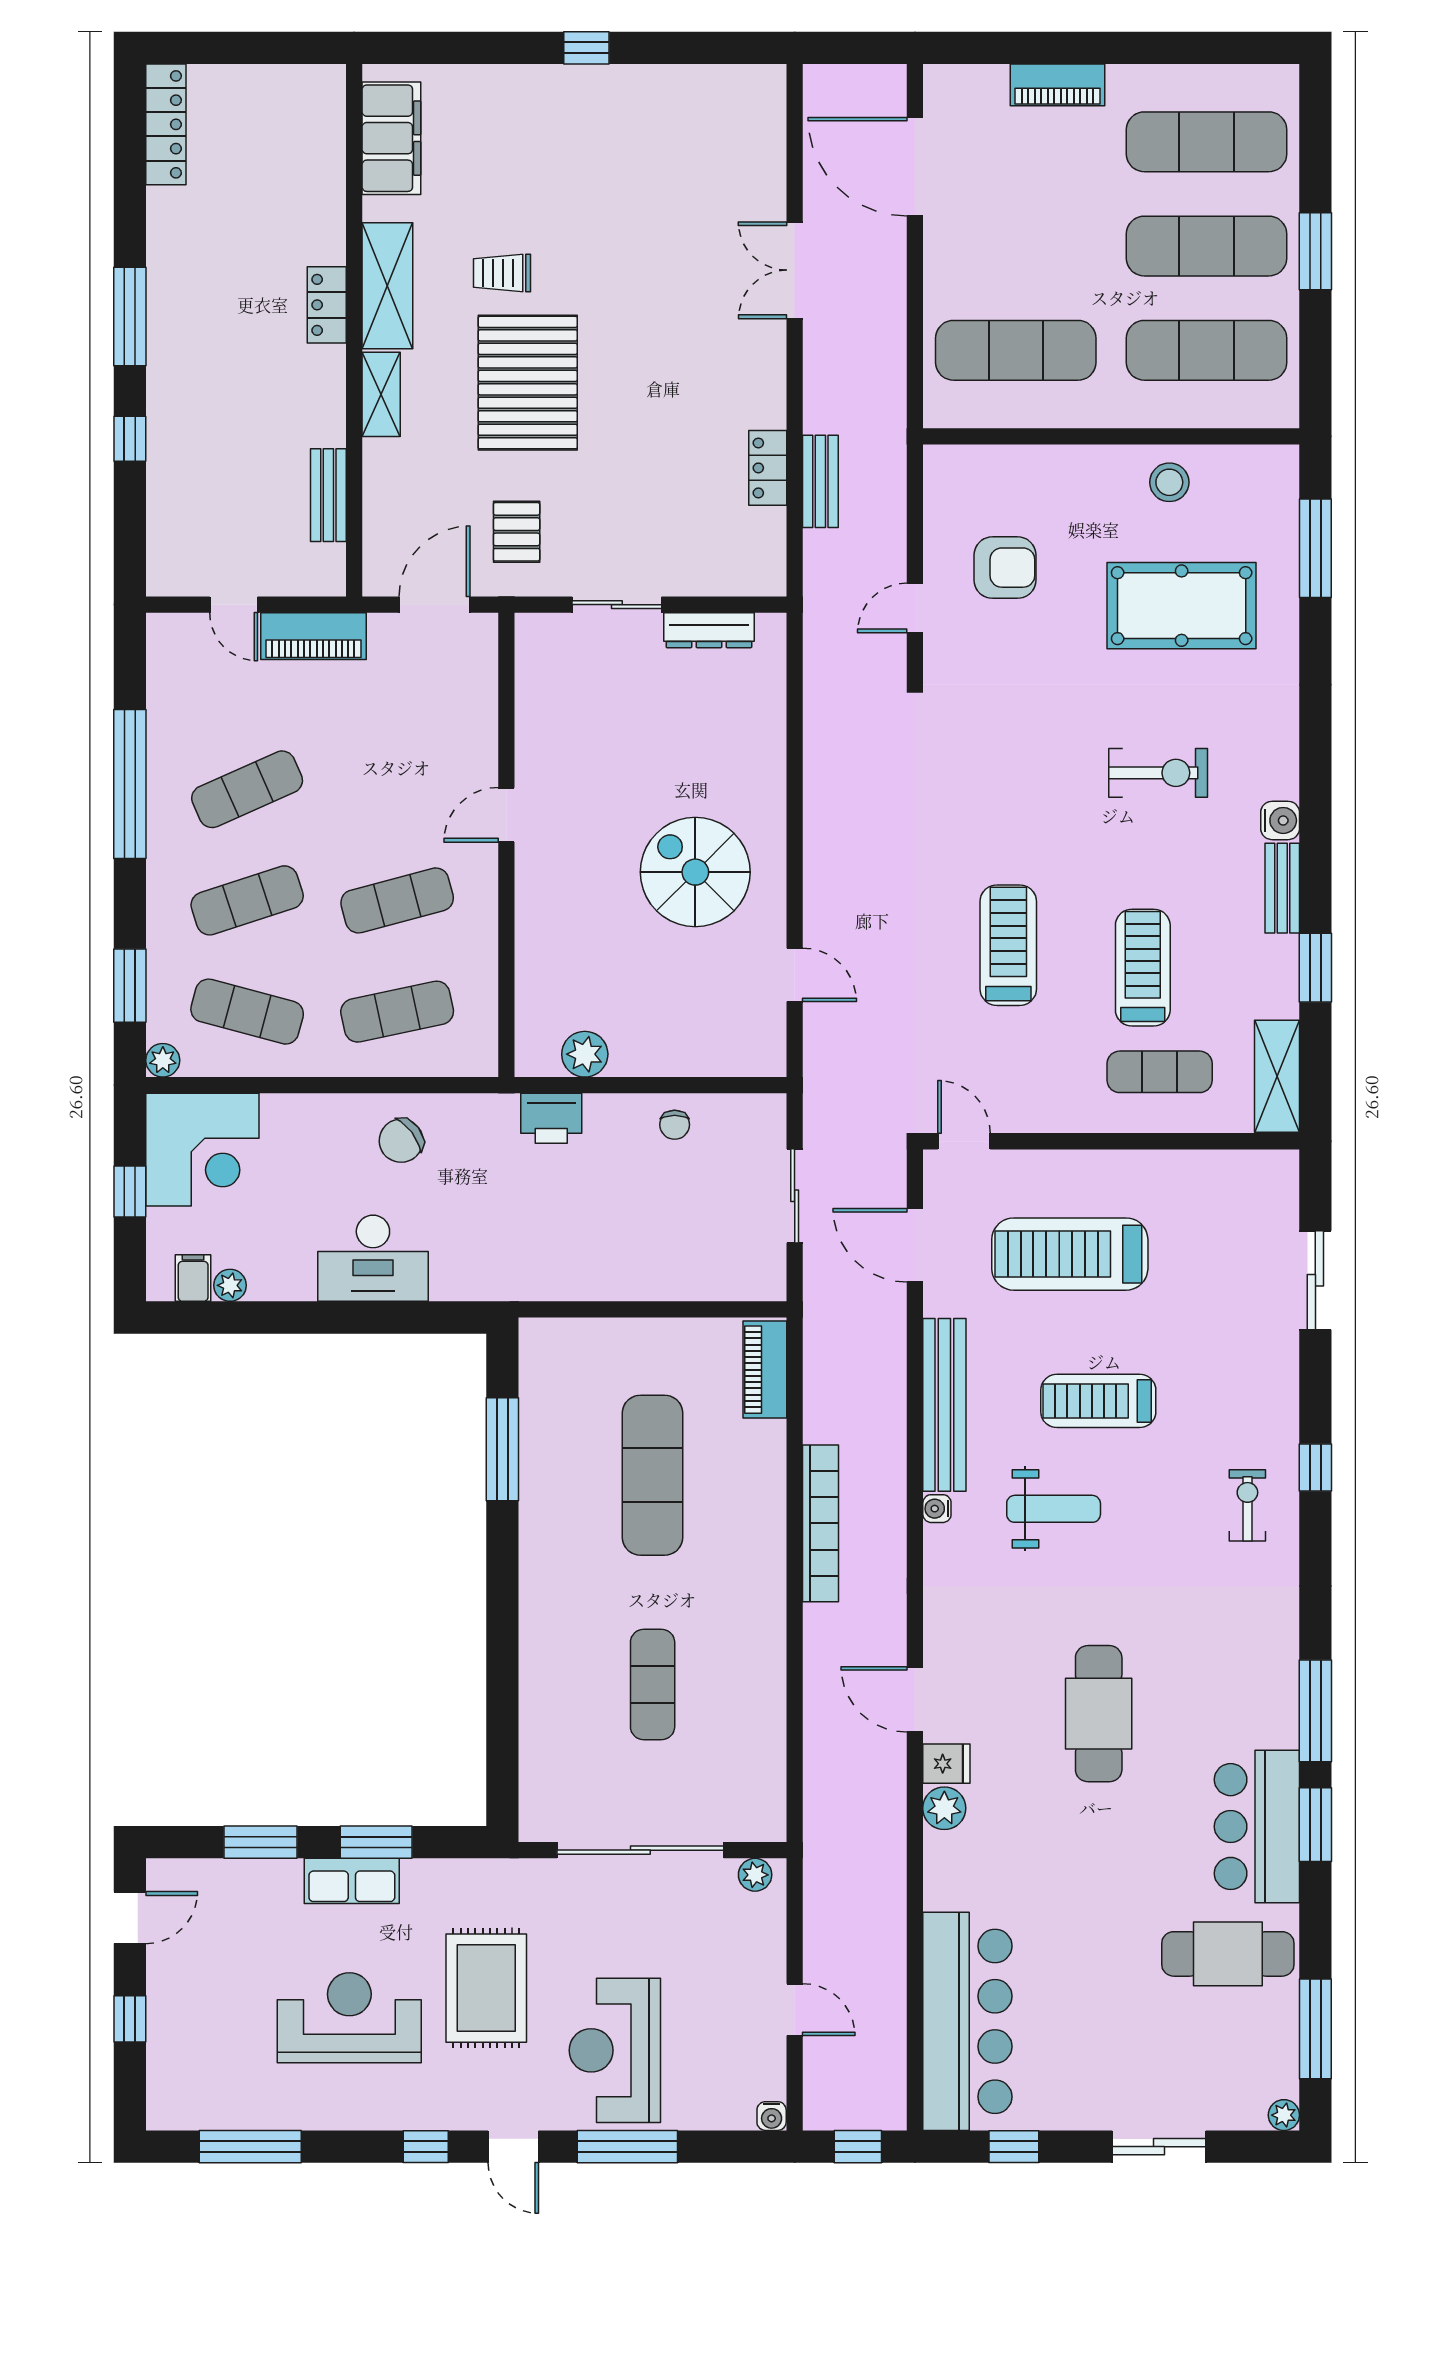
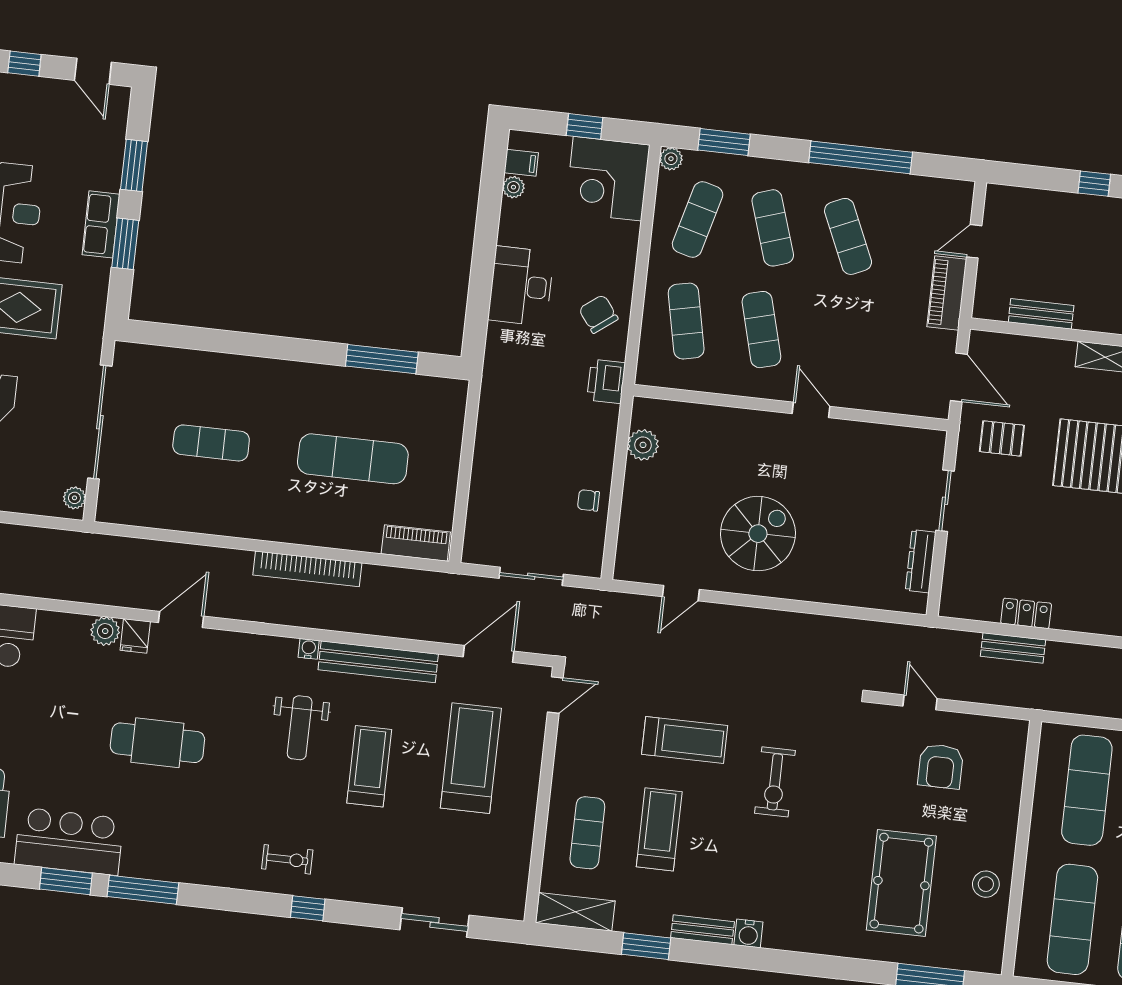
exercise bike: (1158, 773) -> (775, 782), moved
treadmill: (1143, 968) -> (659, 829), turned -90
printer: (551, 1118) -> (606, 381), moved

